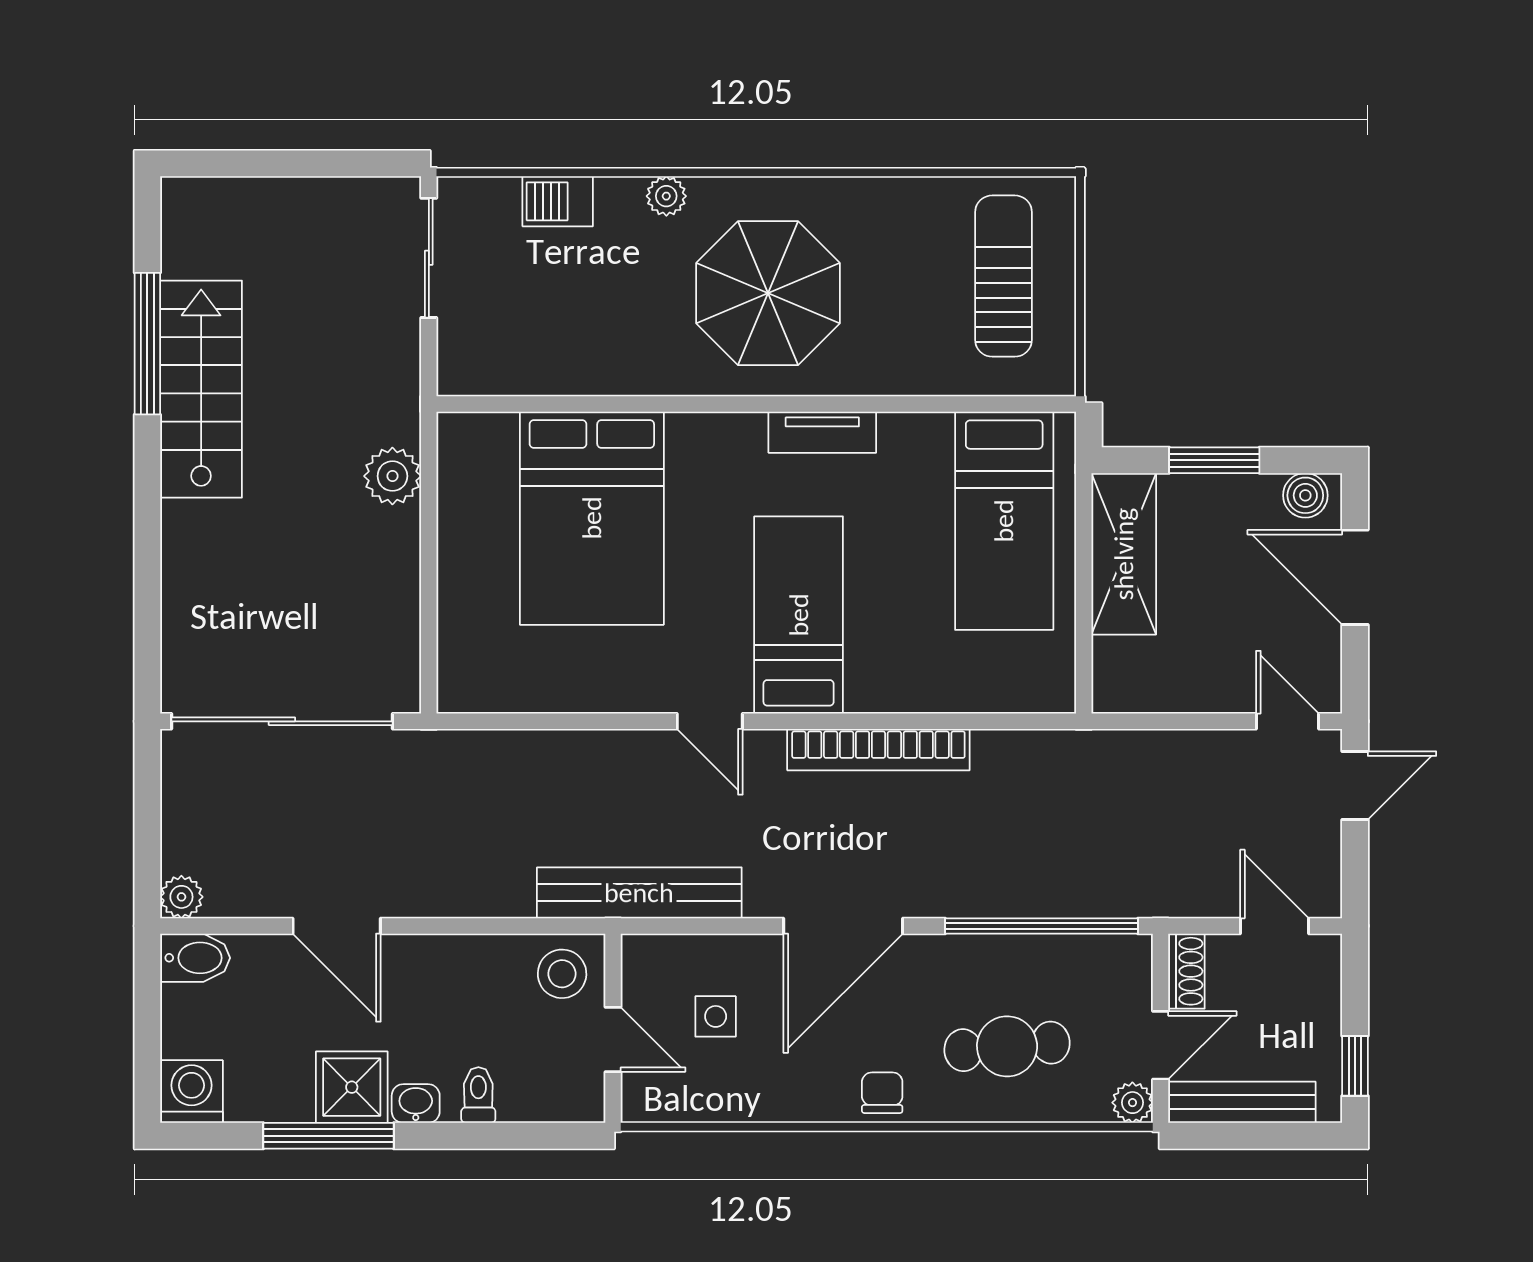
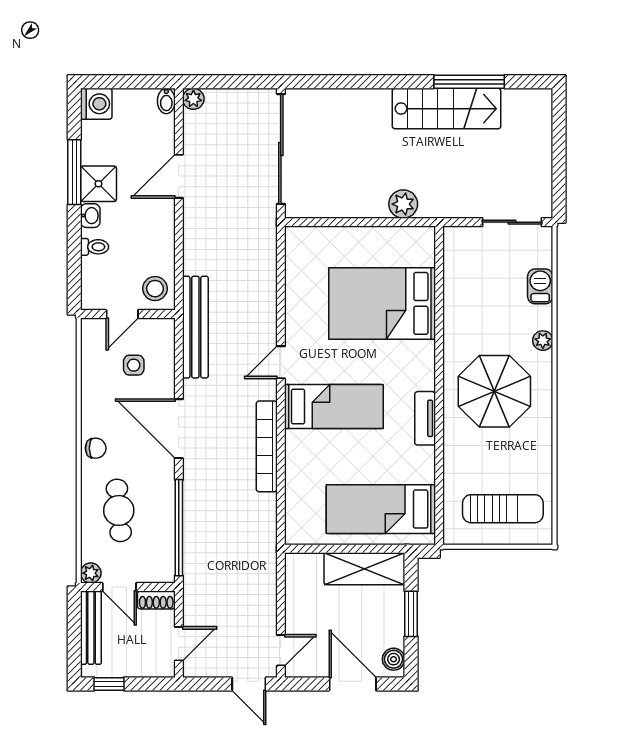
door: (1355, 577) -> (353, 684), hinge flipped
bidet: (195, 958) -> (166, 101), width x0.72, depth x0.74

